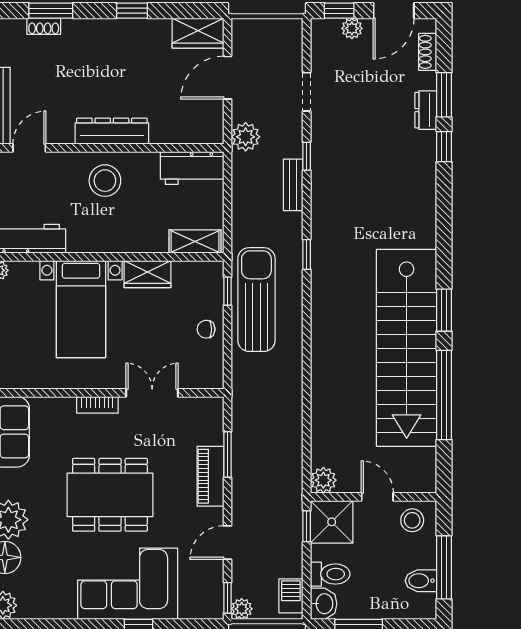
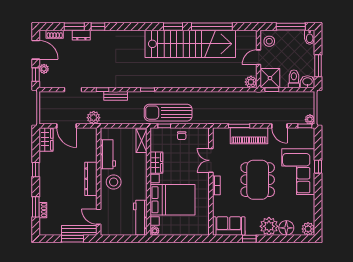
workbench: (192, 168) -> (108, 154), moved
bed with nightstands: (81, 309) -> (173, 200), width x1.36
piano: (210, 476) -> (249, 136), width x1.37, depth x1.33
bidet: (421, 581) -> (310, 37), moved
barbecue: (291, 596) -> (304, 97), removed

